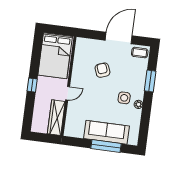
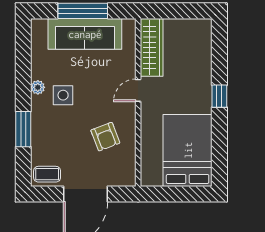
wall: (69, 86) -> (138, 102), moved
door: (68, 93) -> (138, 90), moved
wardrobe: (56, 118) -> (152, 47), moved

